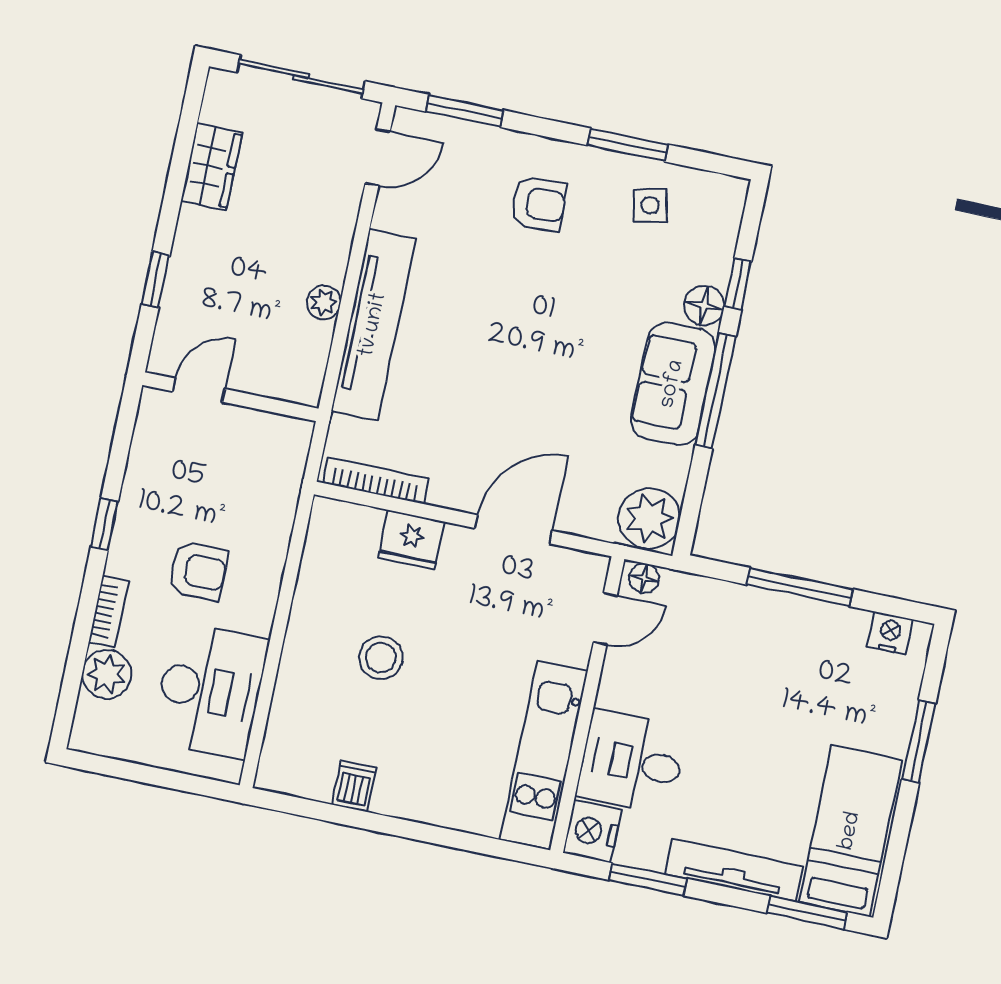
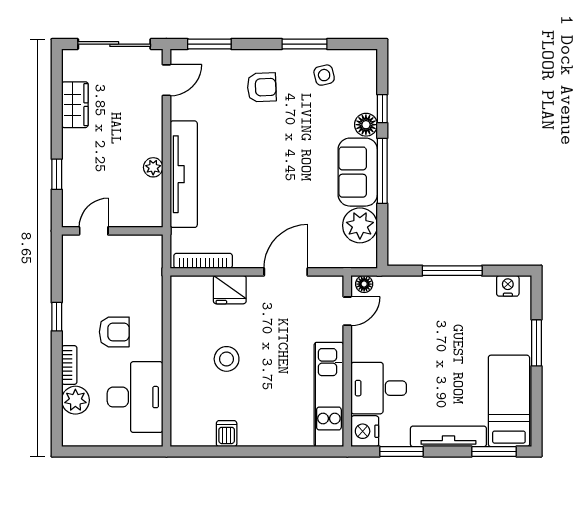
plant: (649, 518) -> (360, 225), moved

